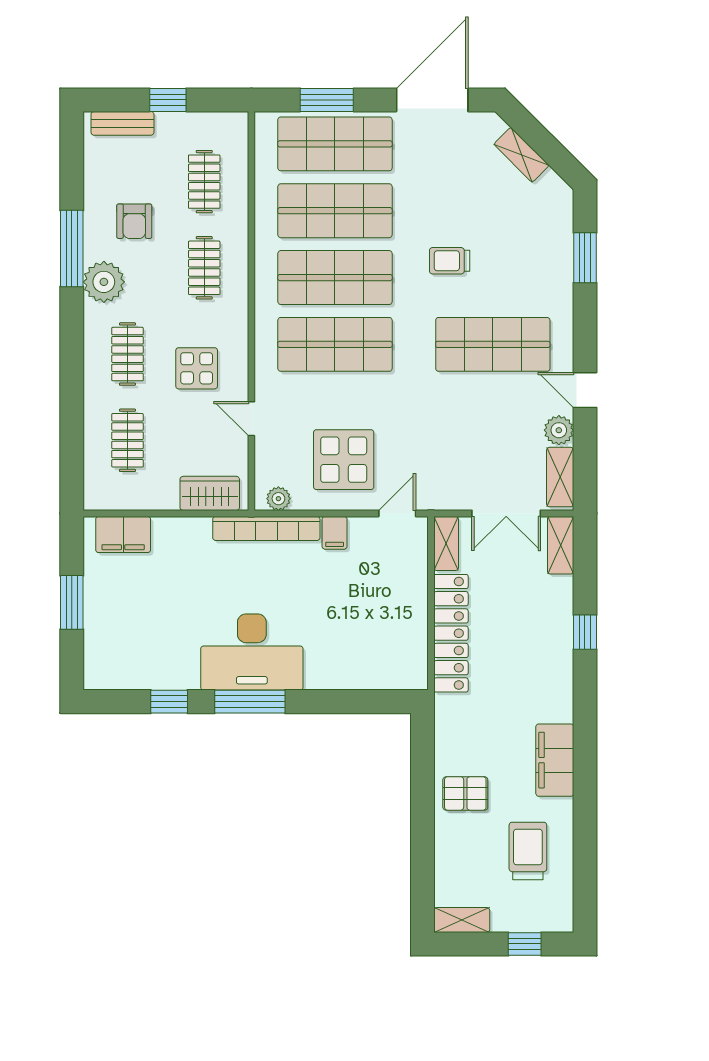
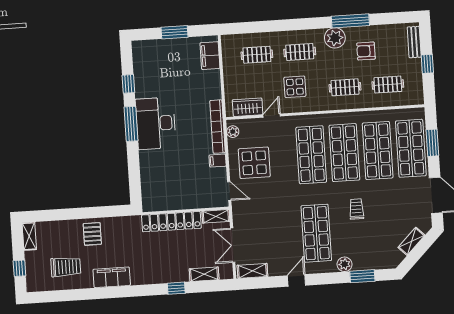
plant: (559, 430) -> (345, 264), moved
wardrobe: (210, 493) -> (248, 107), moved, turned -90
shelving: (561, 545) -> (204, 274), moved

